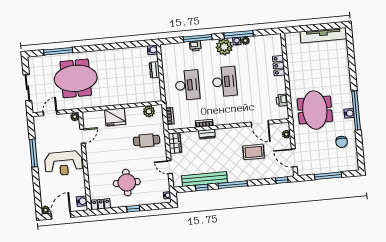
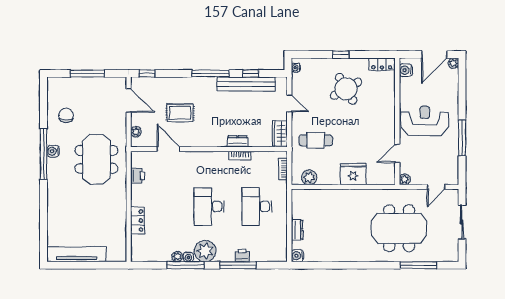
round table: (127, 183) -> (346, 89), turned -30

